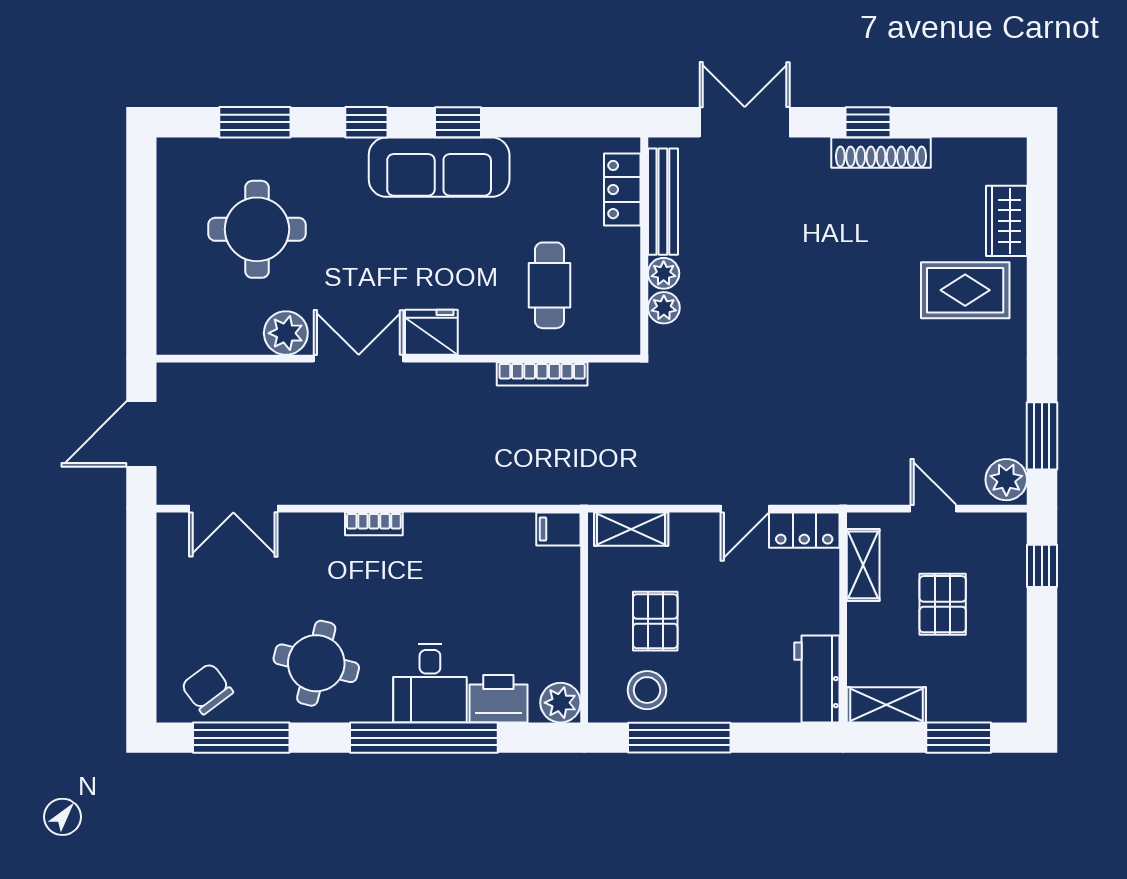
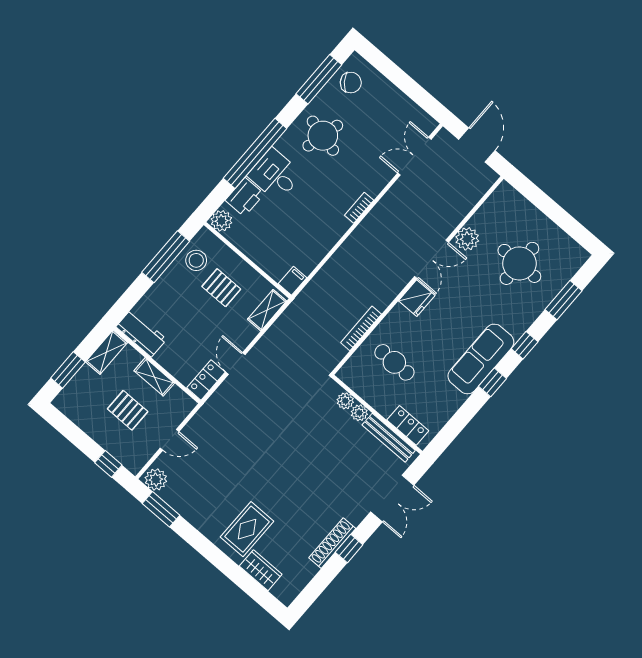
shelving: (863, 565) -> (154, 377), moved

